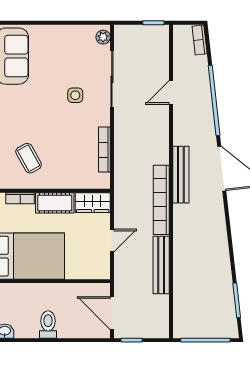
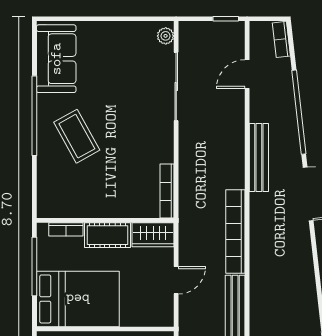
door: (171, 92) -> (247, 74), moved
side table: (75, 95) -> (132, 106), removed
bookcase: (104, 150) -> (167, 191), moved
coffee table: (29, 158) -> (77, 136), moved, width x1.36, depth x1.30
bench: (181, 175) -> (259, 157), moved

